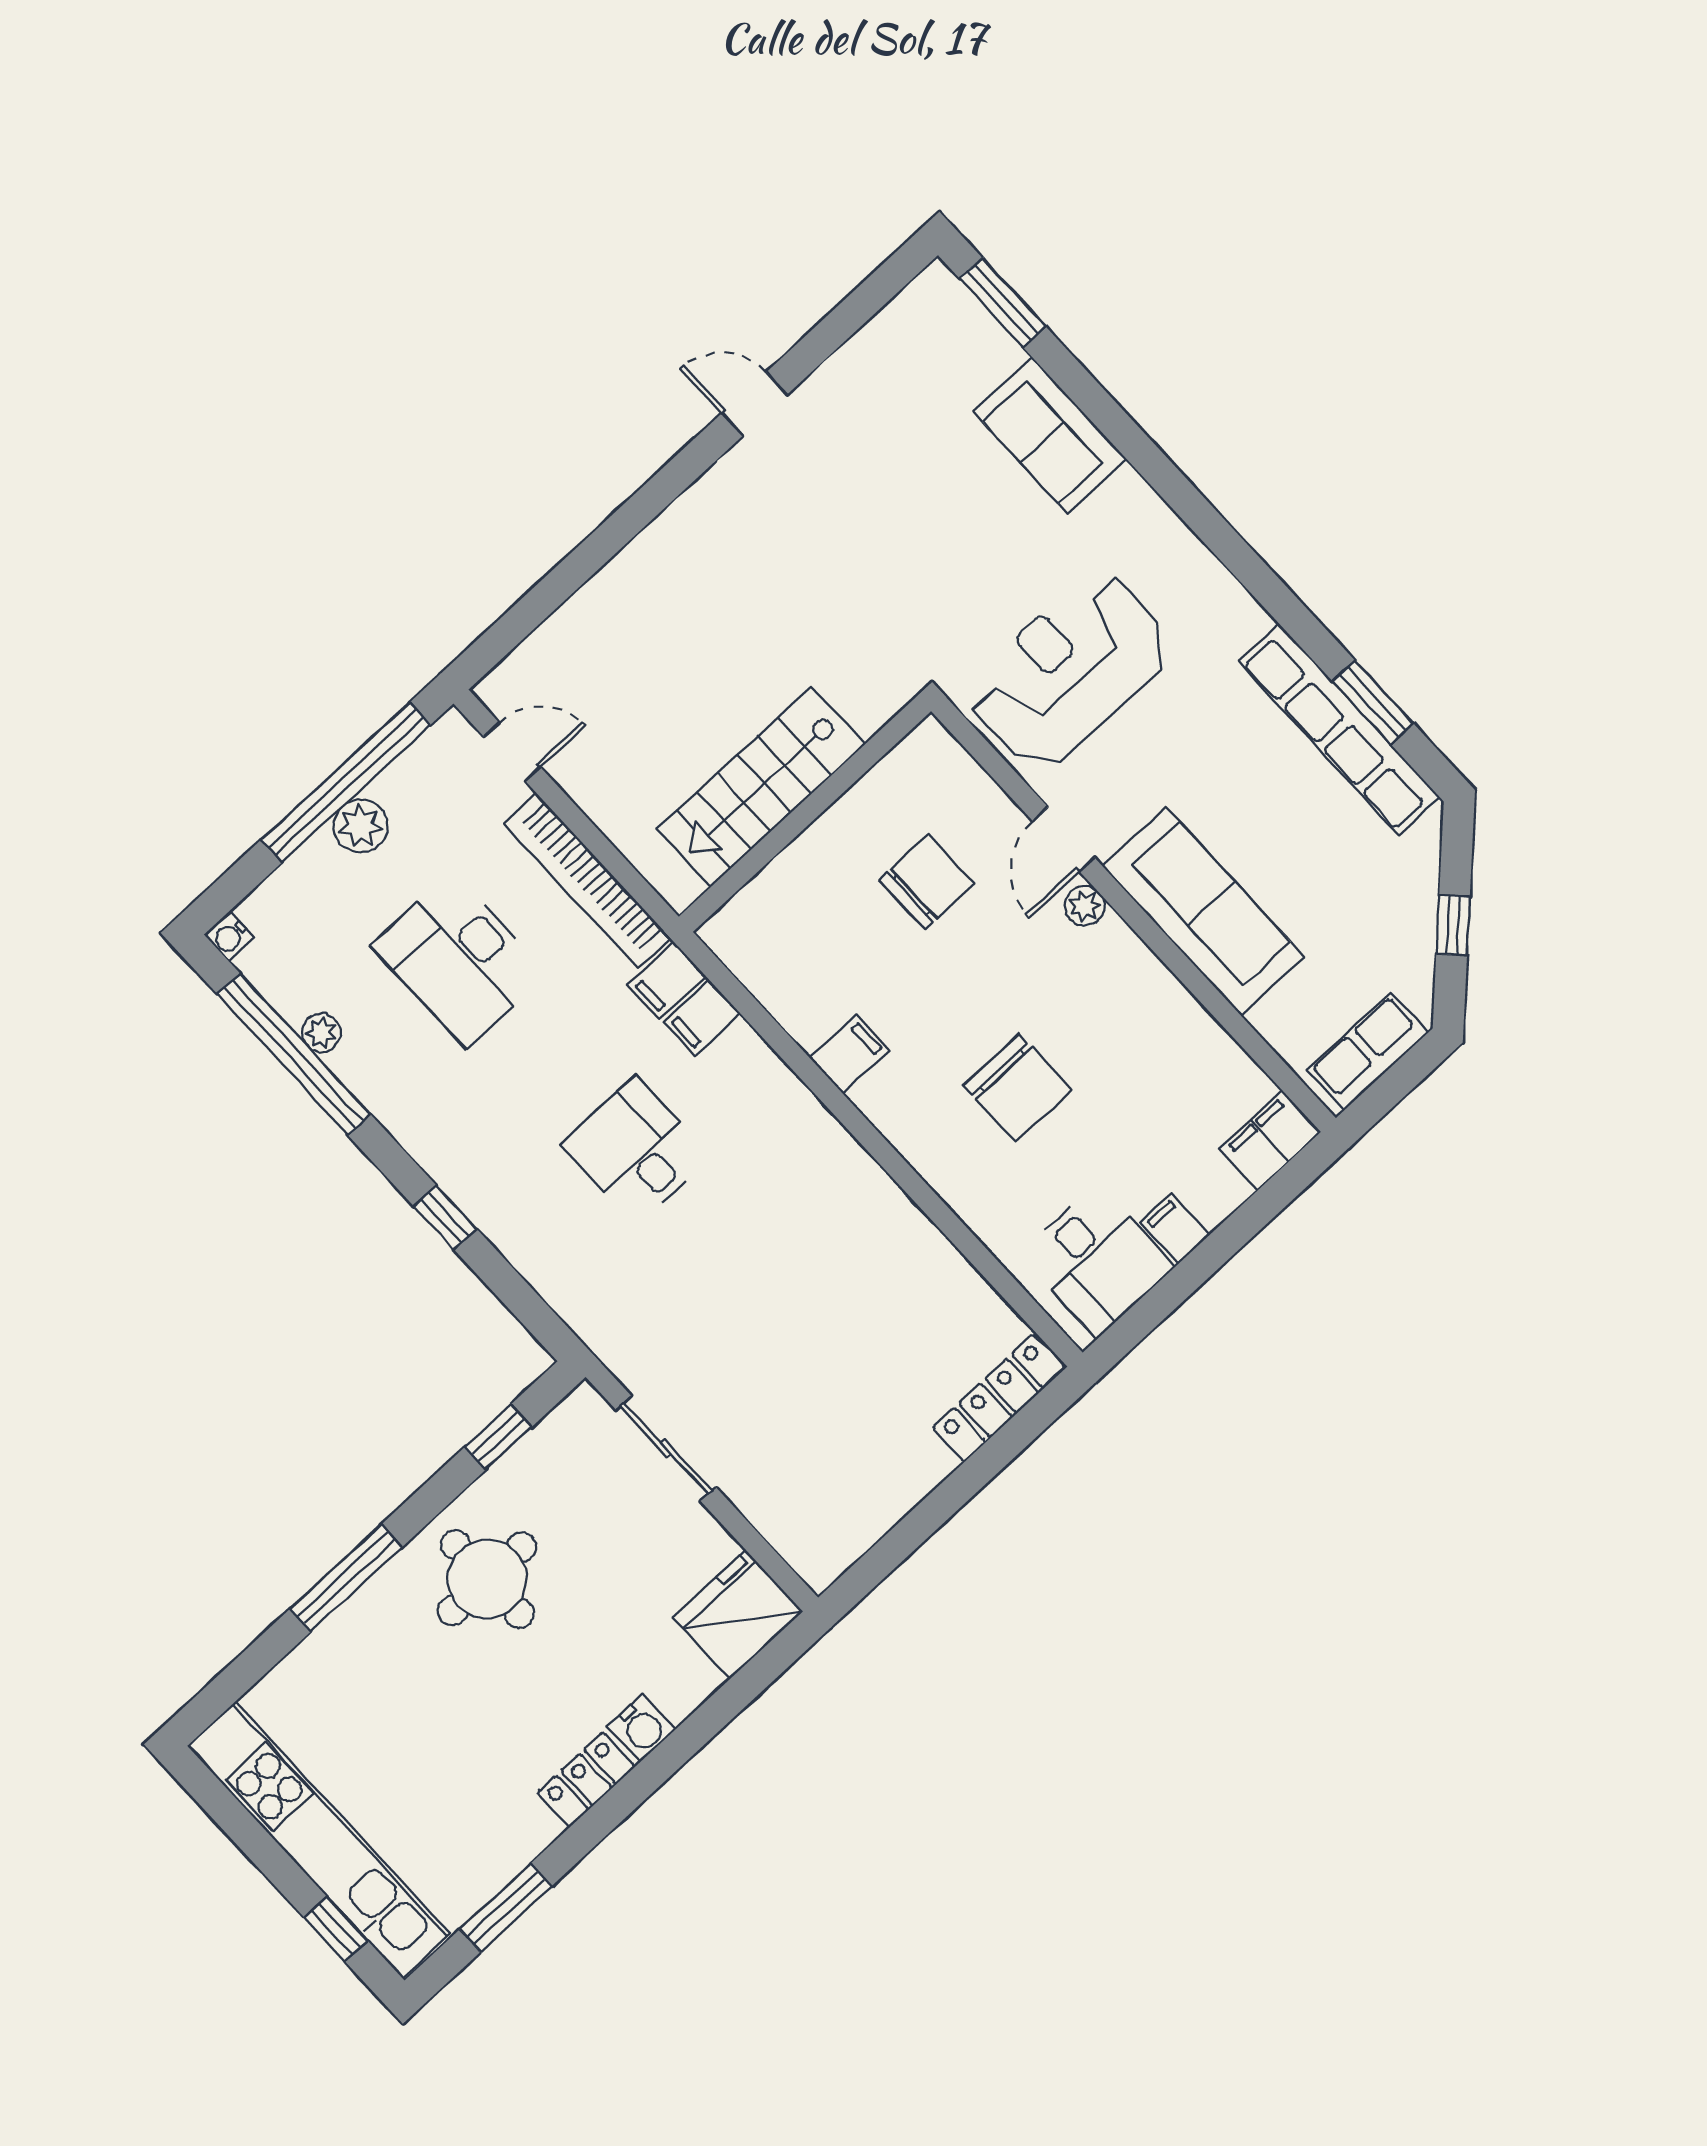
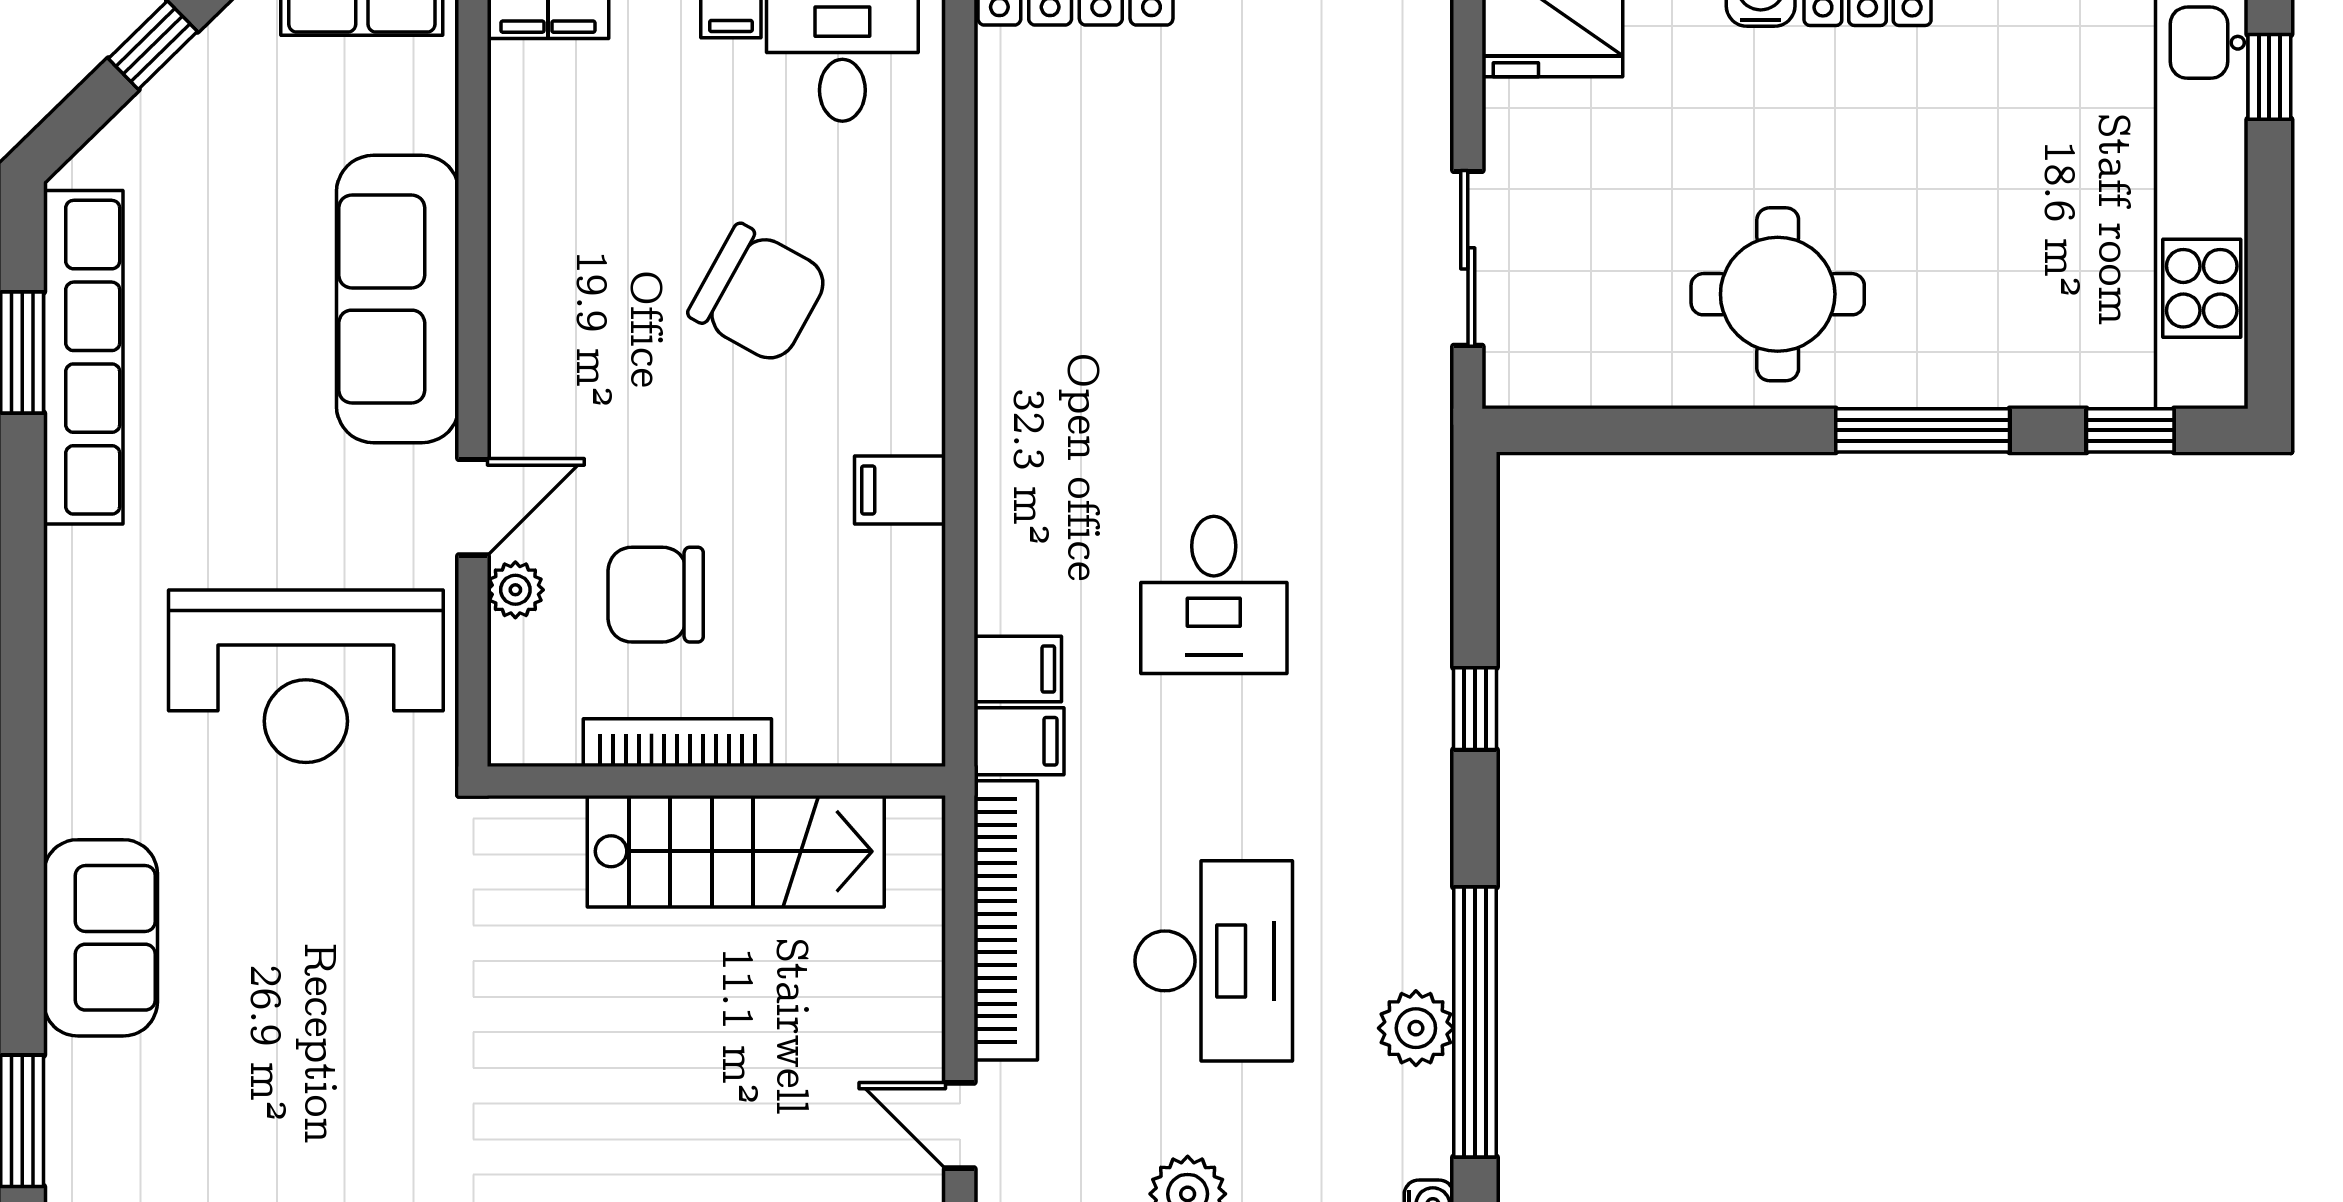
bookcase: (844, 815) -> (677, 743), added
plant: (1085, 906) -> (515, 590), moved
plant: (321, 1033) -> (1416, 1028), width x1.38, depth x1.38
chair: (1018, 1088) -> (759, 294), turned 119
window: (499, 1437) -> (2130, 430), moved

